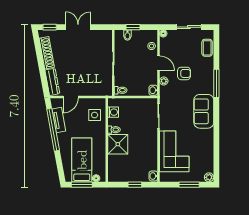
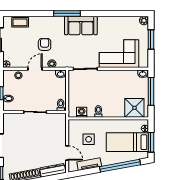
window: (216, 83) -> (67, 13), moved
side table: (95, 115) -> (89, 139), moved
window: (53, 130) -> (120, 166), moved
shower: (118, 144) -> (134, 108), moved
window: (135, 185) -> (151, 91), width x2.17

